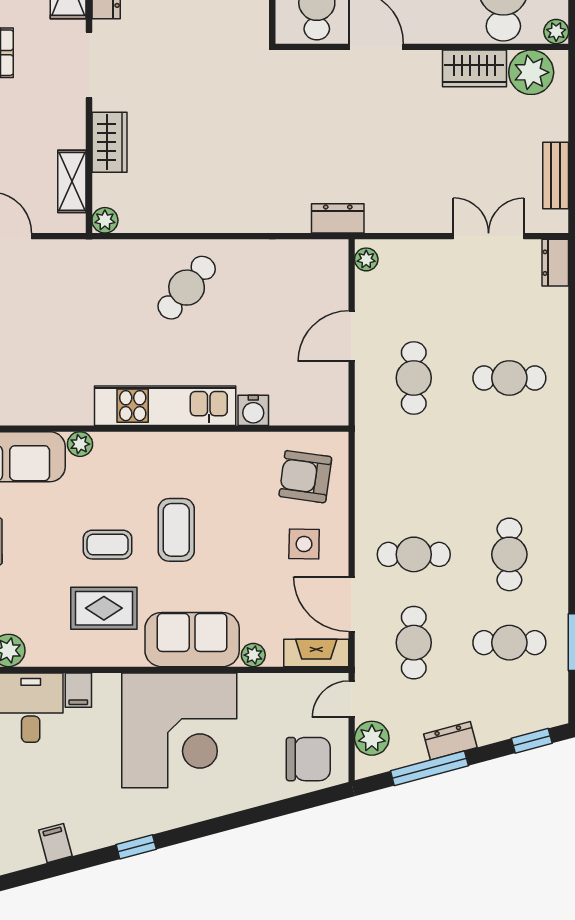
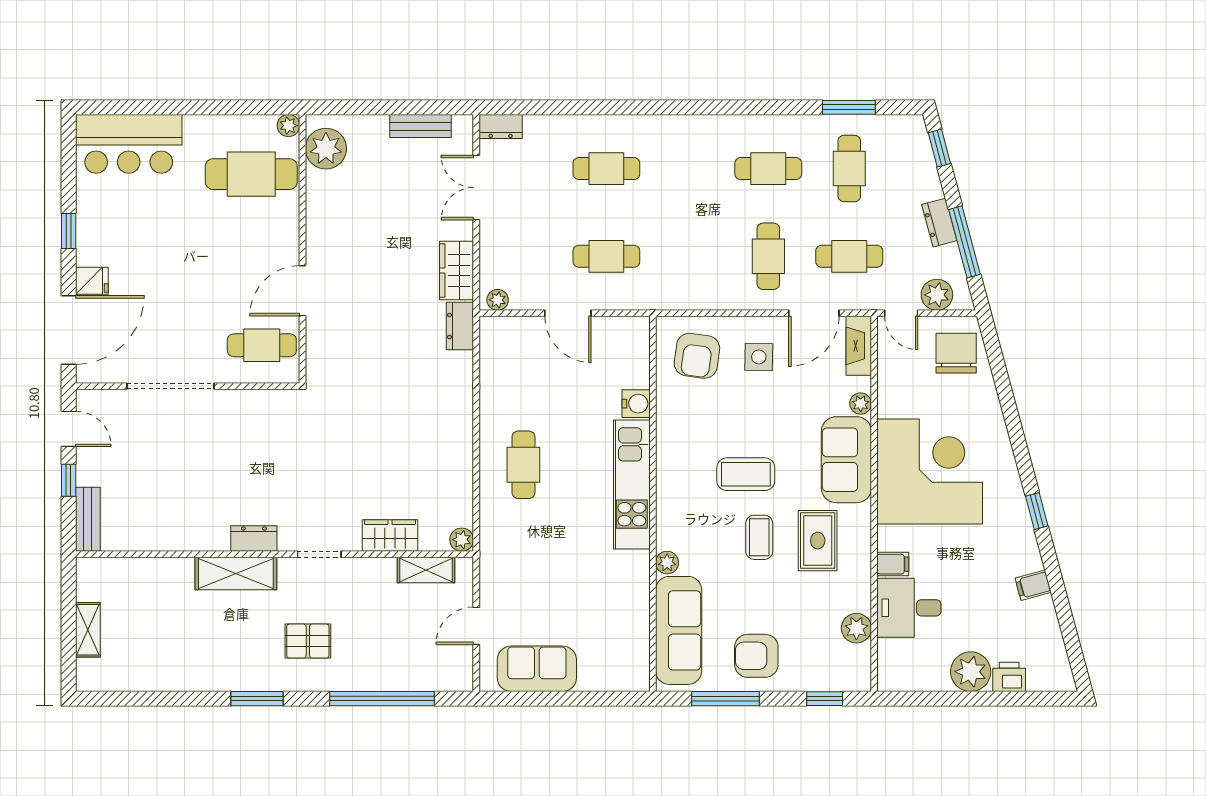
doorway: (89, 65) -> (319, 554), width x0.73
wardrobe: (474, 68) -> (456, 271), moved, turned 180
cafe table: (187, 288) -> (523, 465), turned 50
cafe table: (509, 378) -> (606, 169), turned 90

